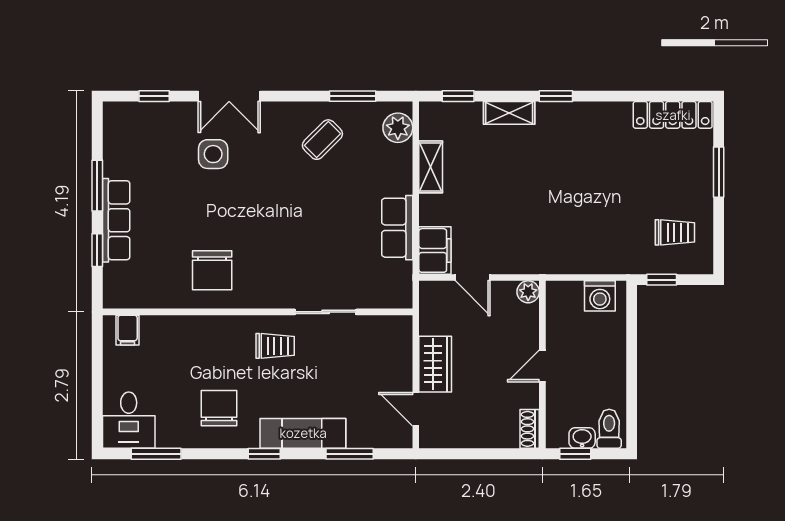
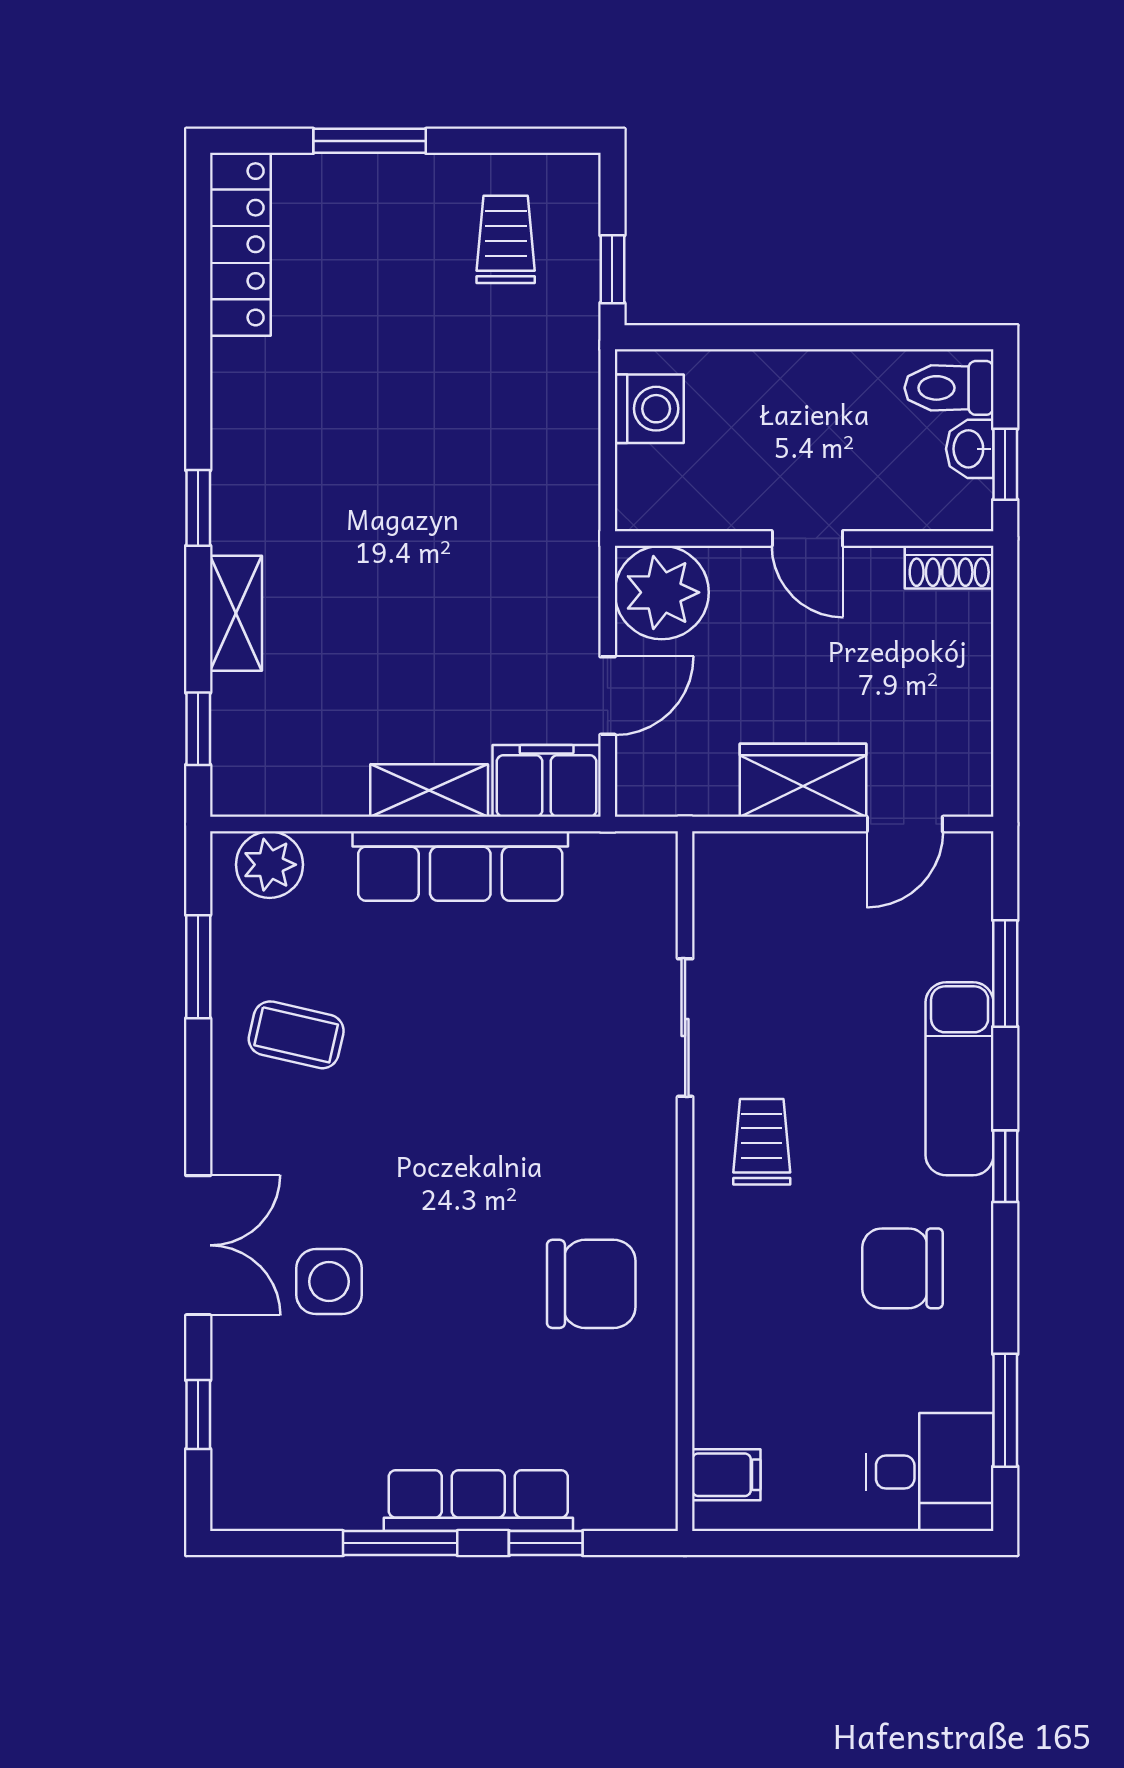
coffee table: (322, 140) -> (296, 1035), turned -32
shelving: (431, 167) -> (429, 791), moved
row of seats: (397, 228) -> (460, 866), width x1.48
plant: (528, 292) -> (662, 592), width x1.87, depth x1.87

